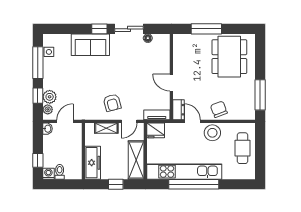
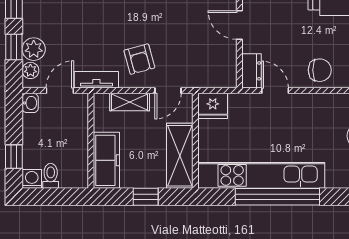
chair: (219, 109) -> (320, 70), turned 111
tv unit: (157, 115) -> (96, 80), moved
stool: (212, 133) -> (309, 110), removed

